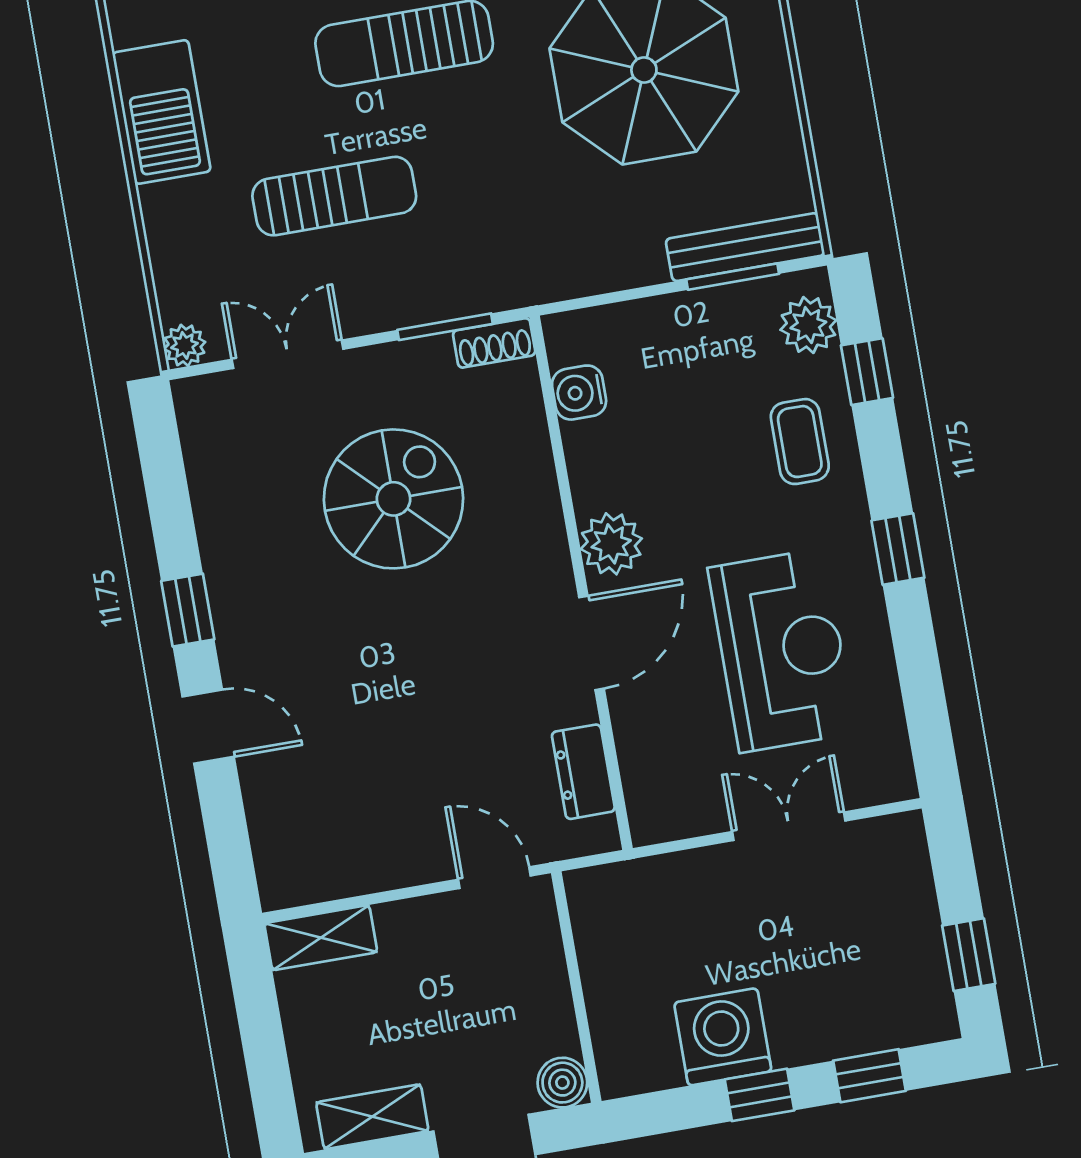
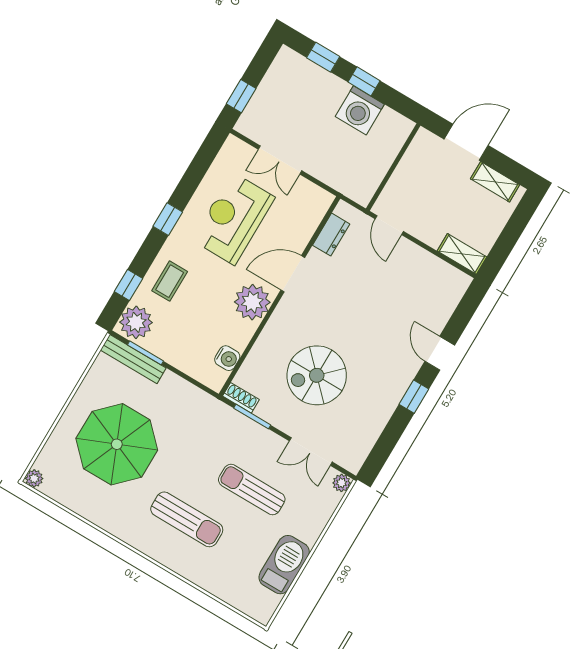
plant: (808, 325) -> (136, 322), width x1.36, depth x1.36
plant: (611, 544) -> (252, 302), width x1.36, depth x1.36
window: (969, 955) -> (241, 96), moved
boiler: (562, 1083) -> (424, 140), removed

